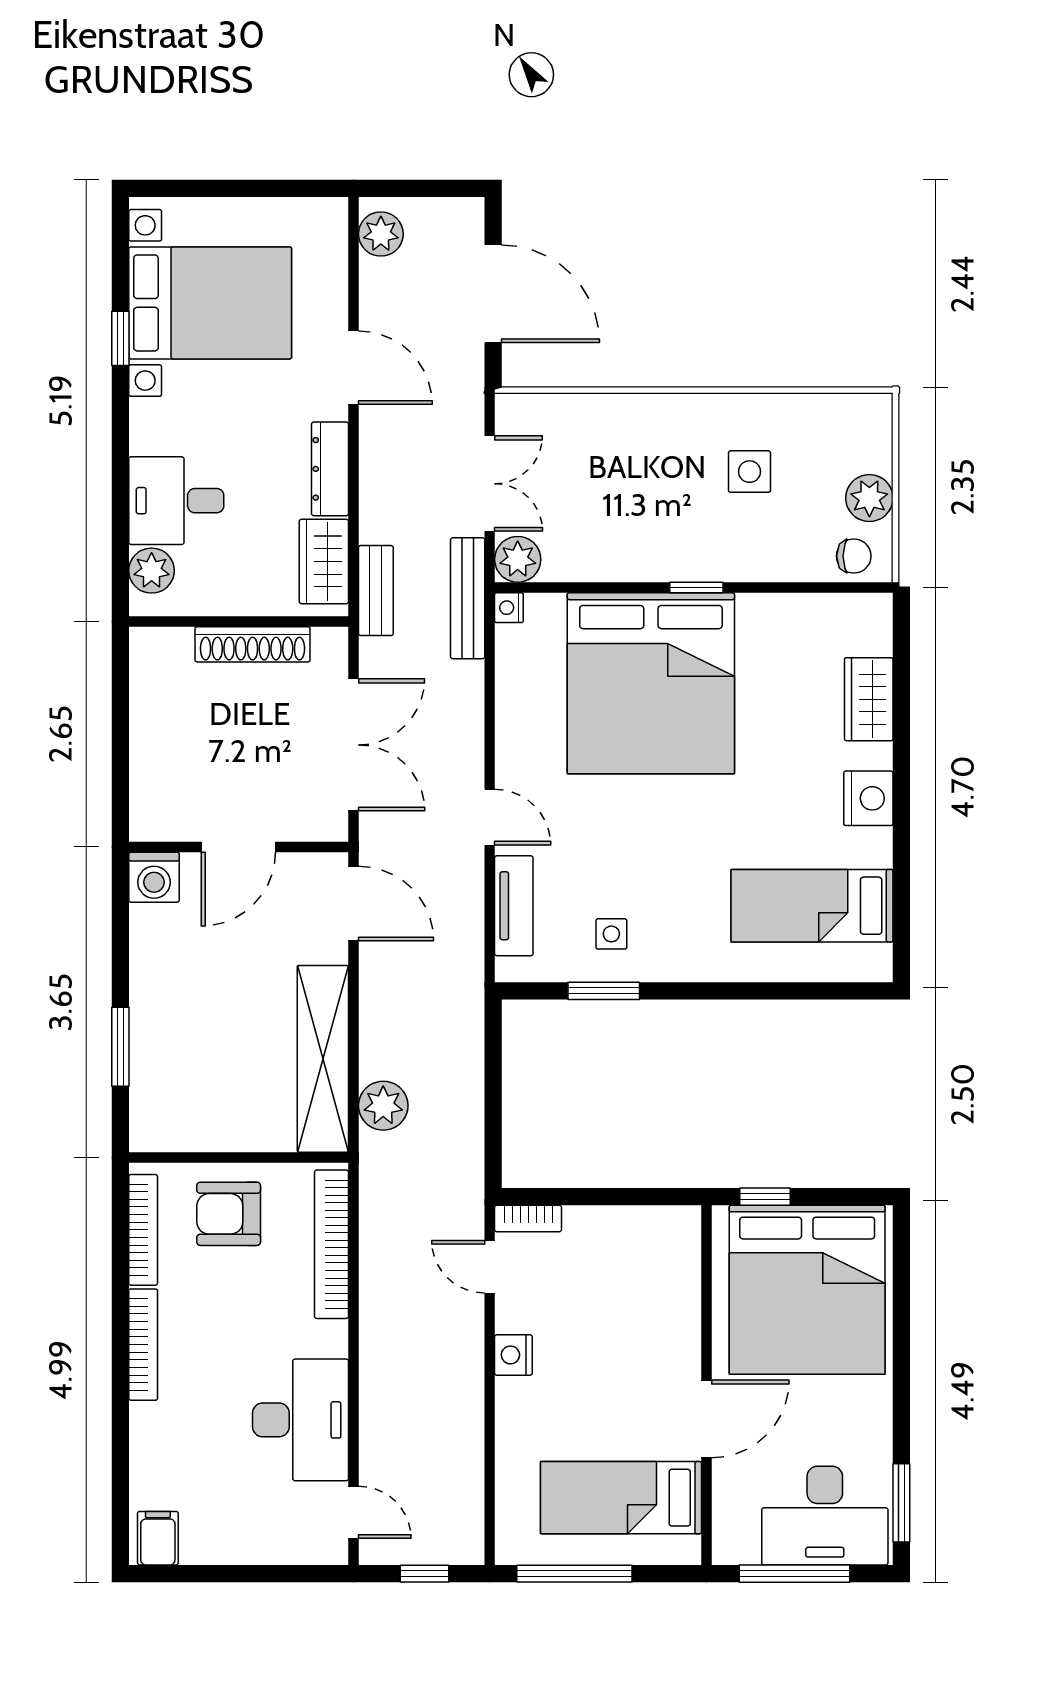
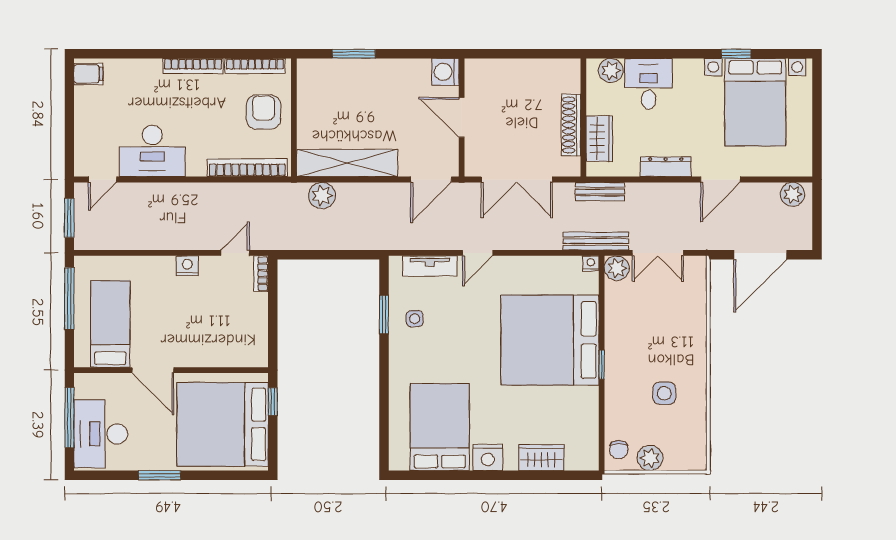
wardrobe: (324, 562) -> (599, 139), moved, turned 90
bed: (812, 906) -> (440, 427), width x1.50
window: (901, 1503) -> (160, 475), moved
window: (424, 1574) -> (69, 218), width x1.50

